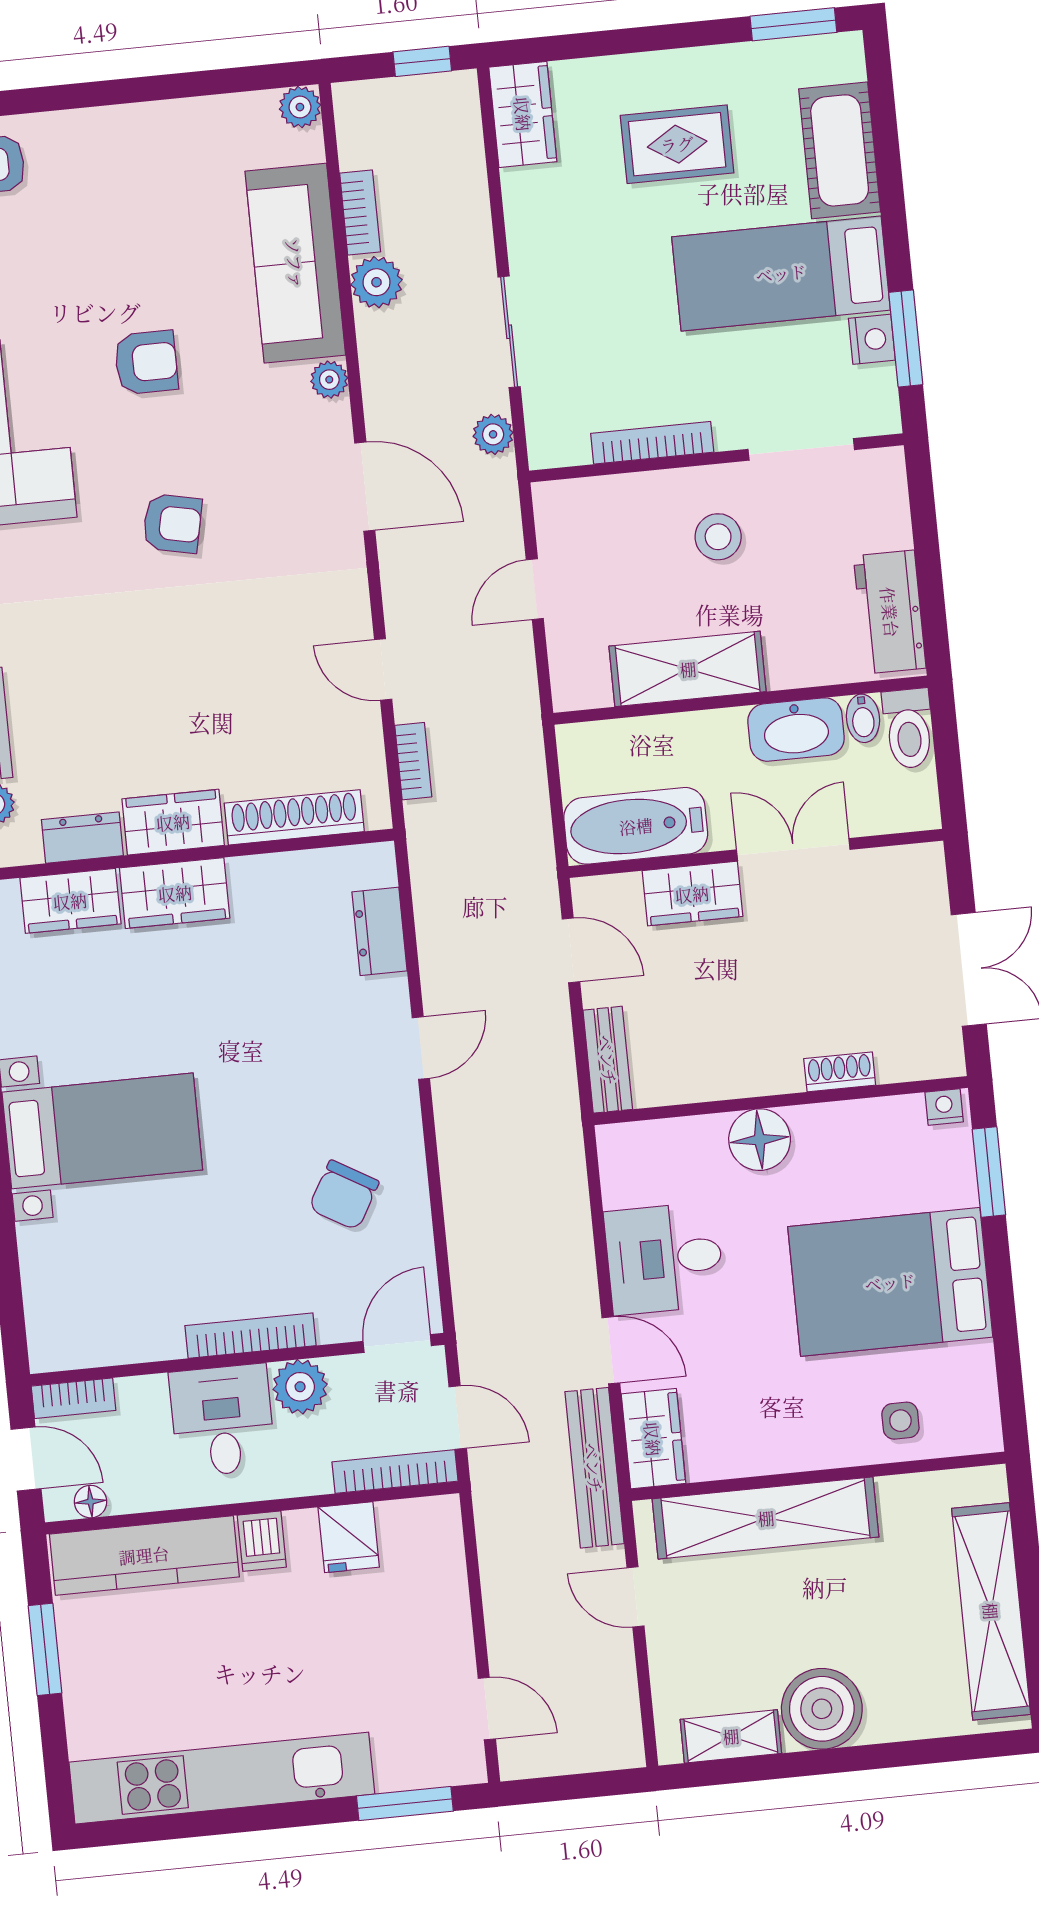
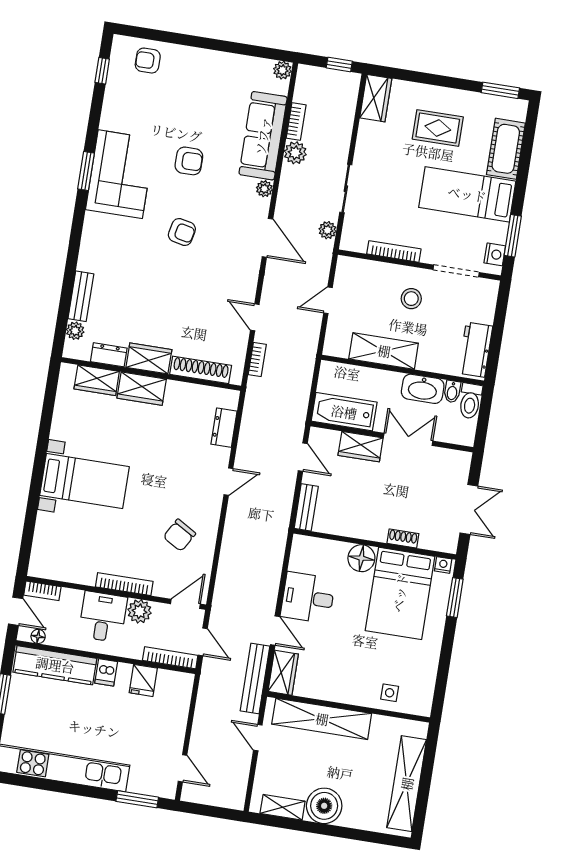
nightstand: (872, 339) -> (495, 254), moved
bed: (890, 1282) -> (400, 593), moved, turned -90

